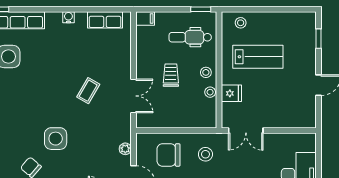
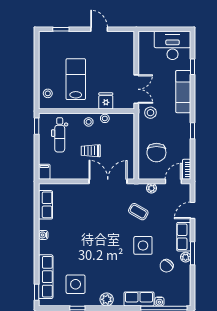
coffee table: (88, 91) -> (138, 212), moved
double door: (134, 96) -> (108, 181), width x1.37
stool: (205, 154) -> (150, 113), moved

